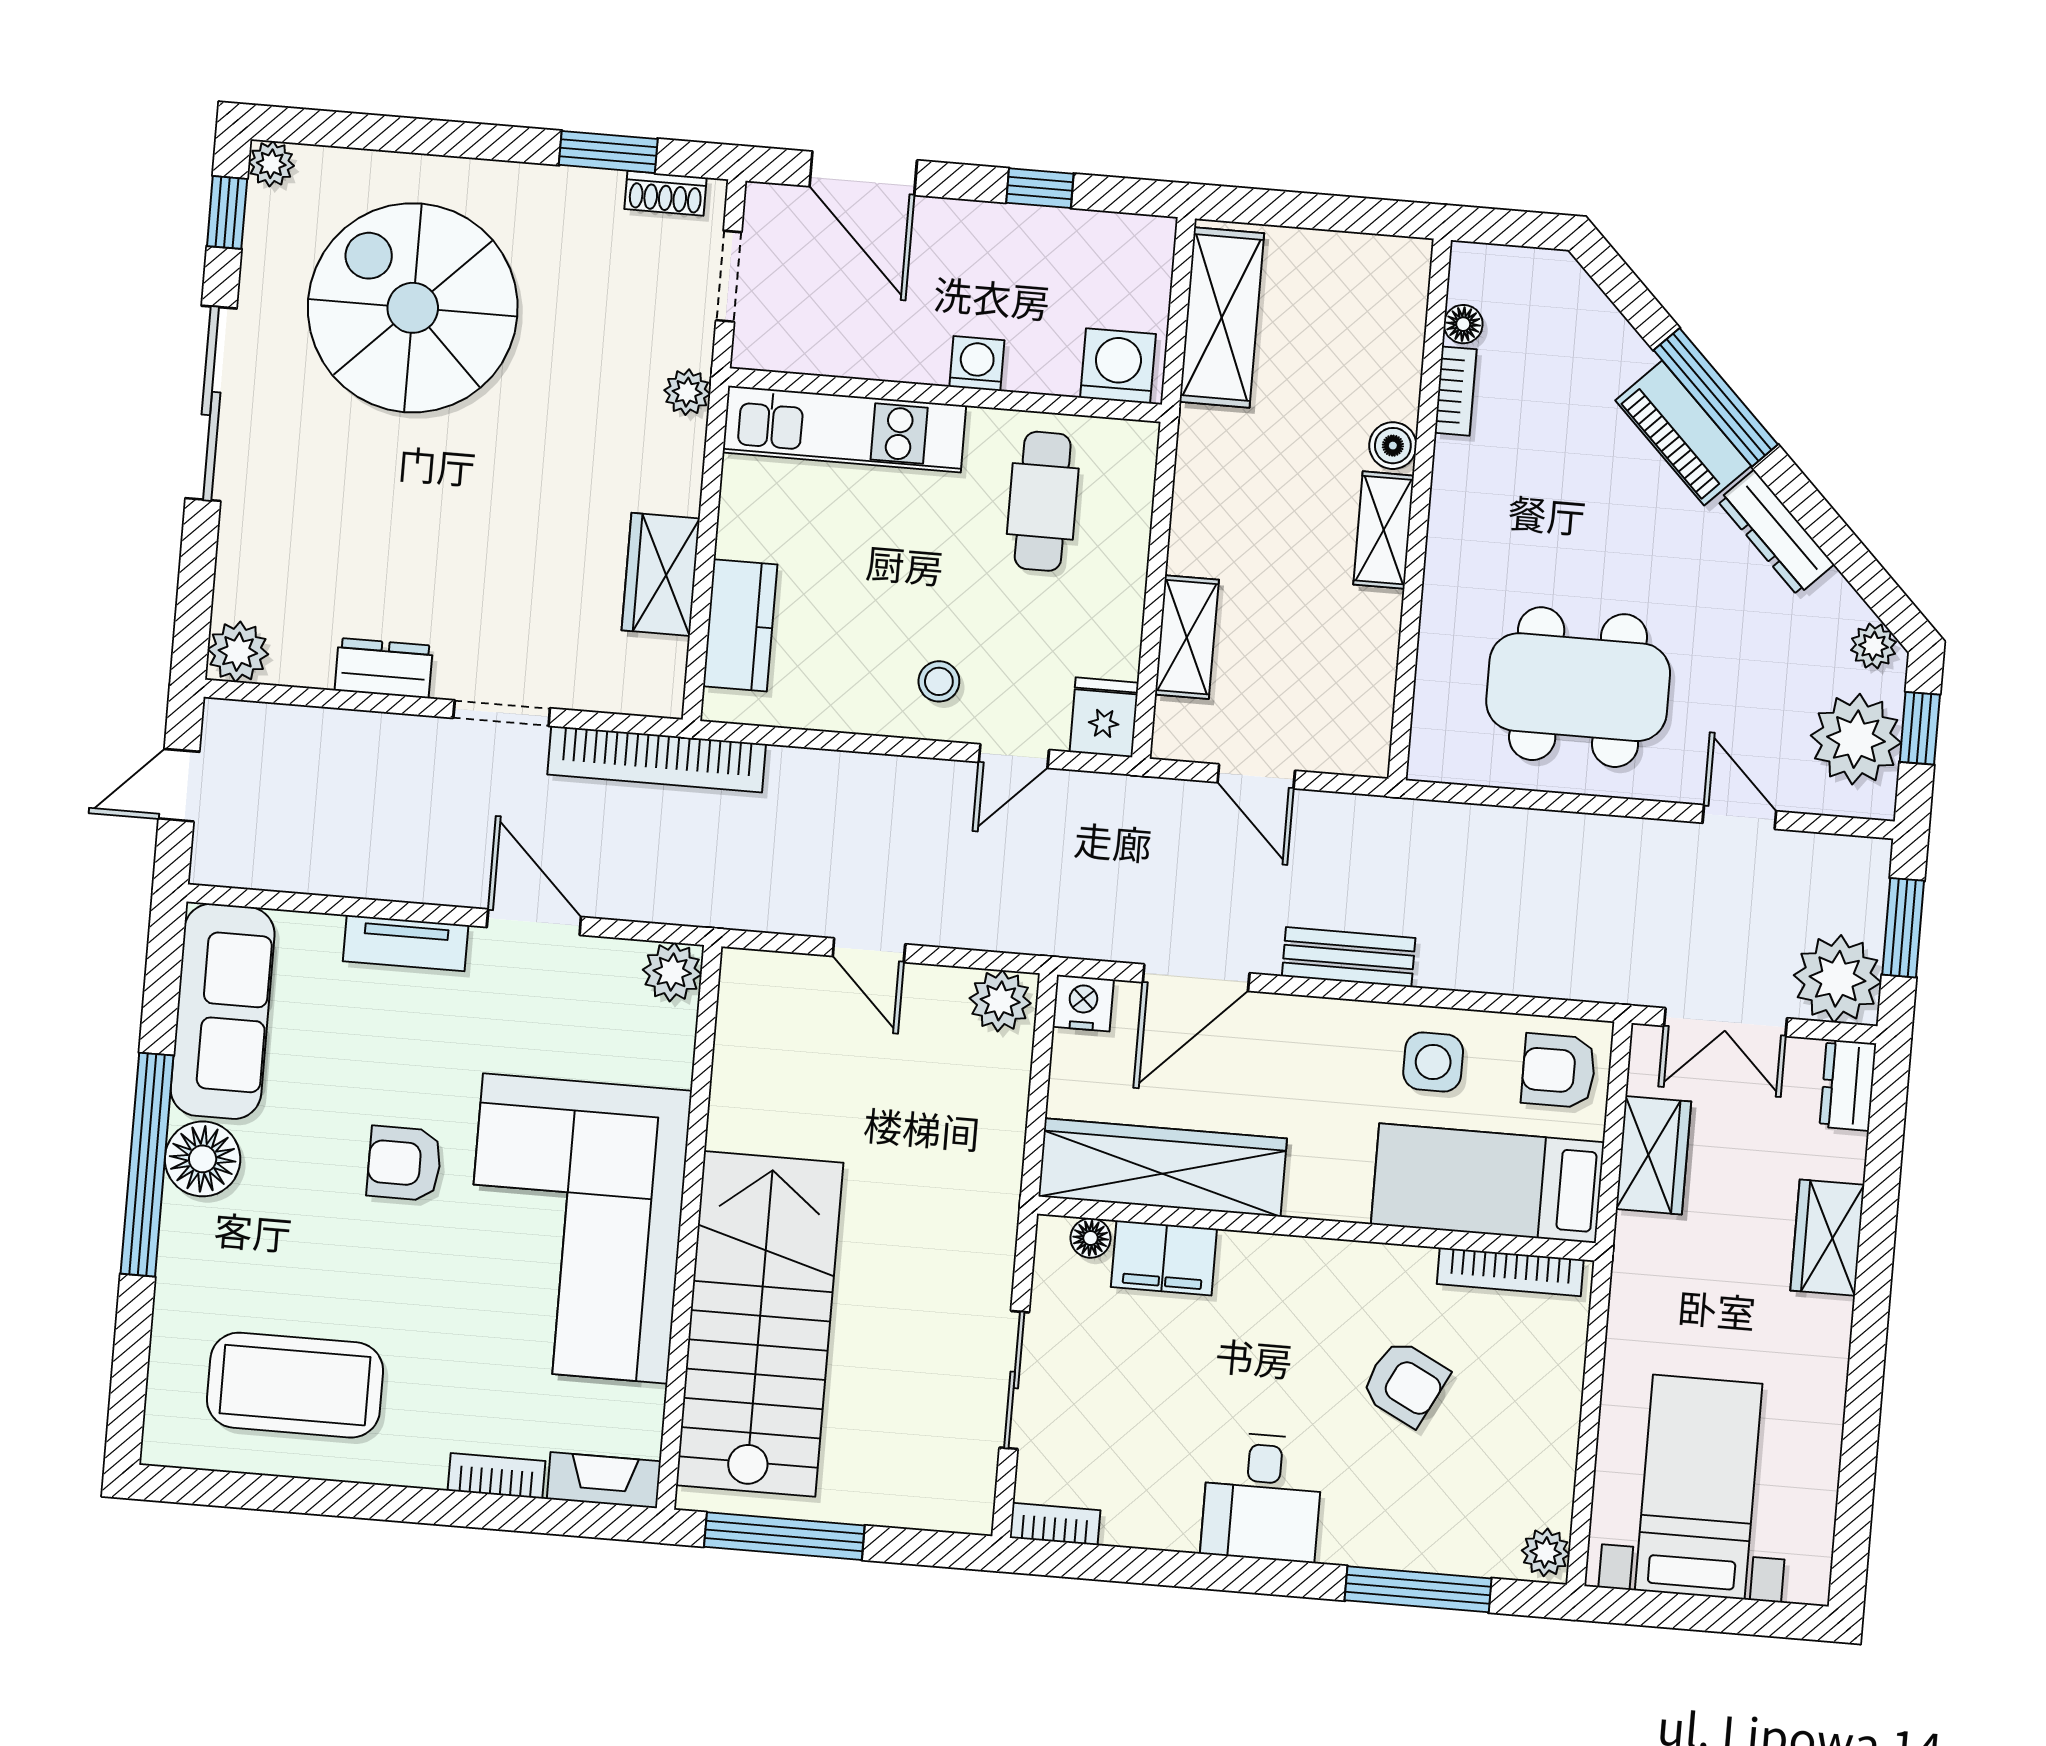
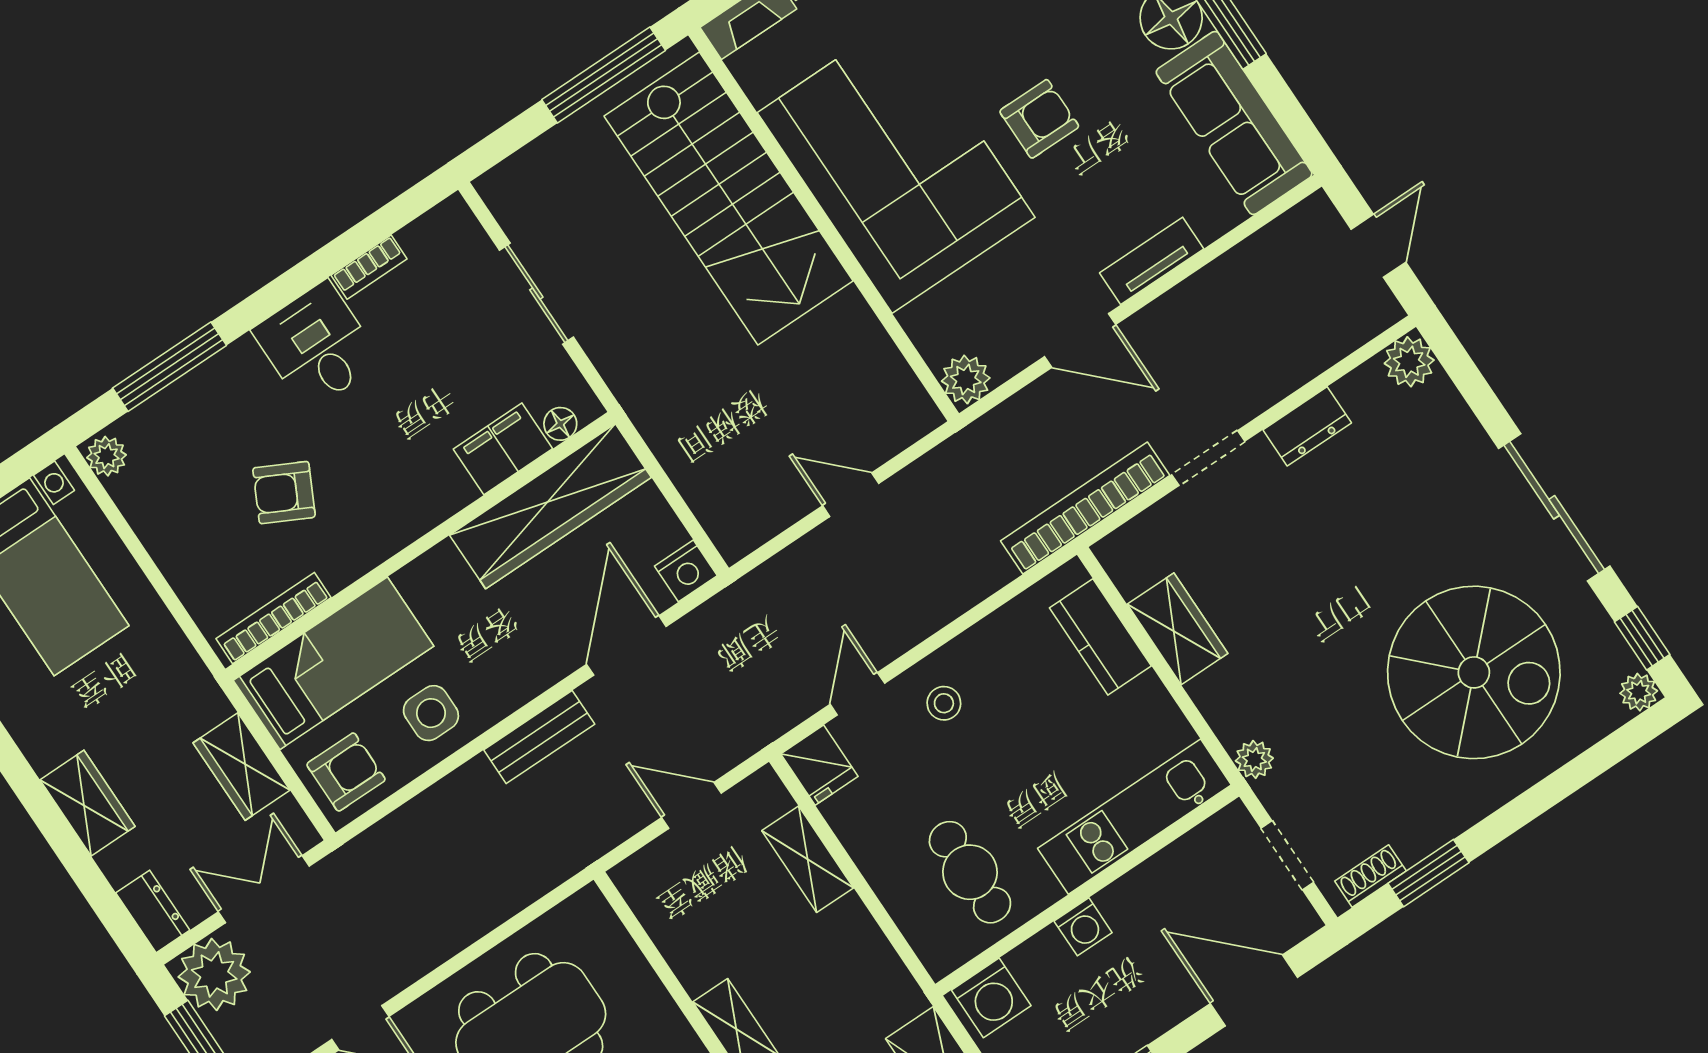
plant: (1000, 1001) -> (740, 530), removed
bookcase: (1055, 1524) -> (369, 267), moved

